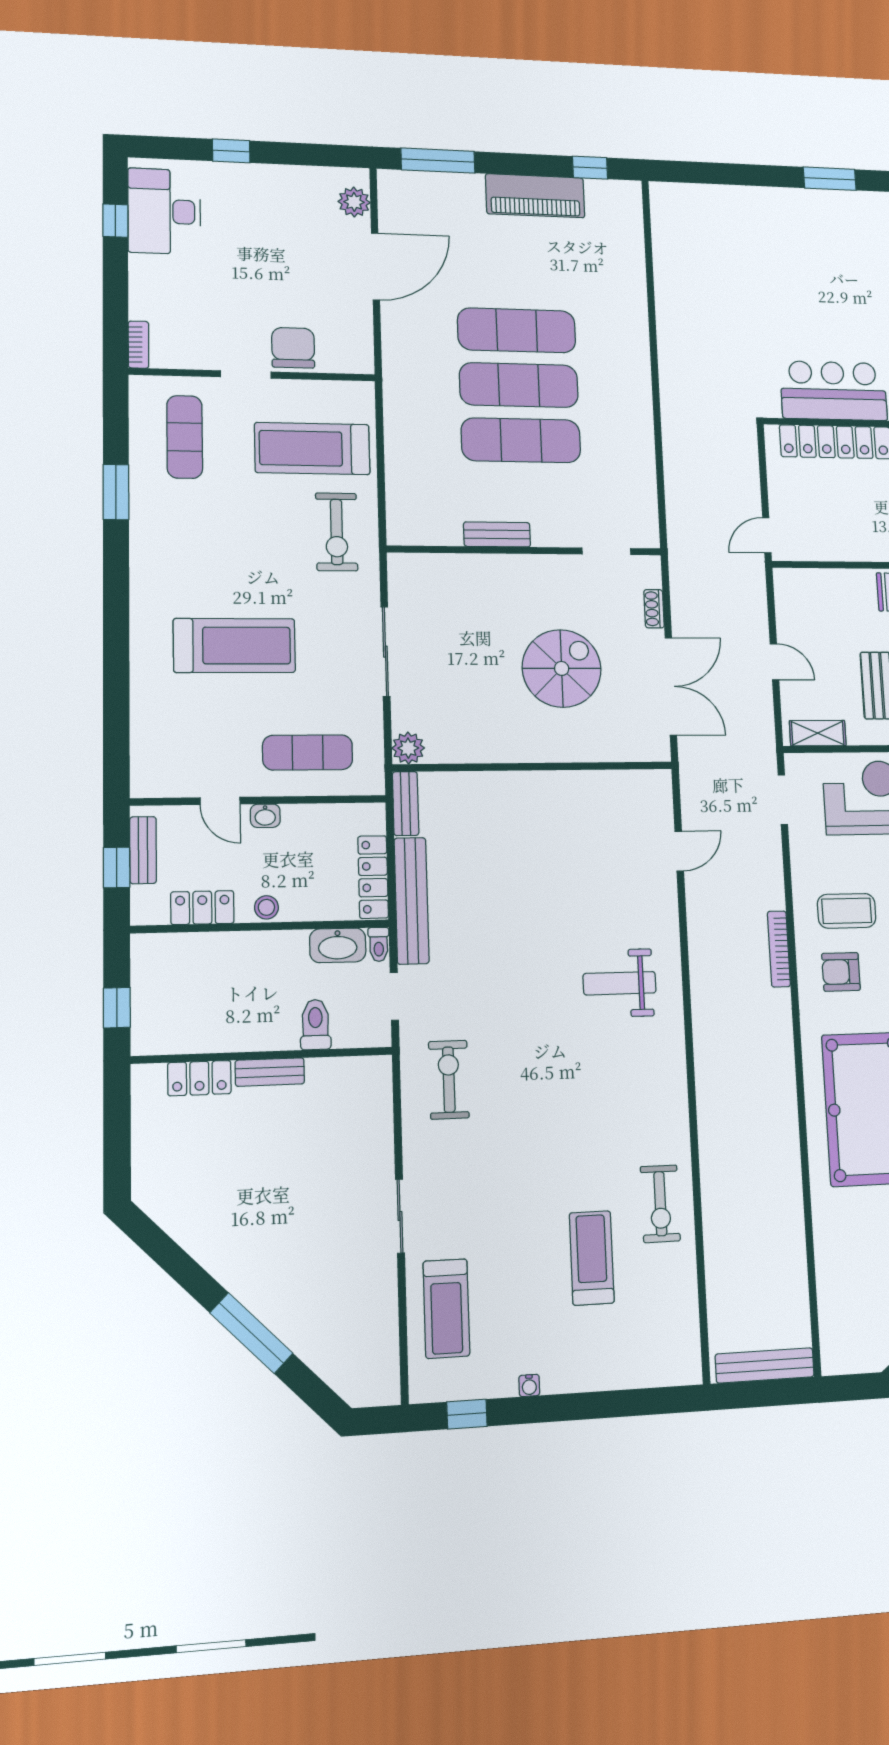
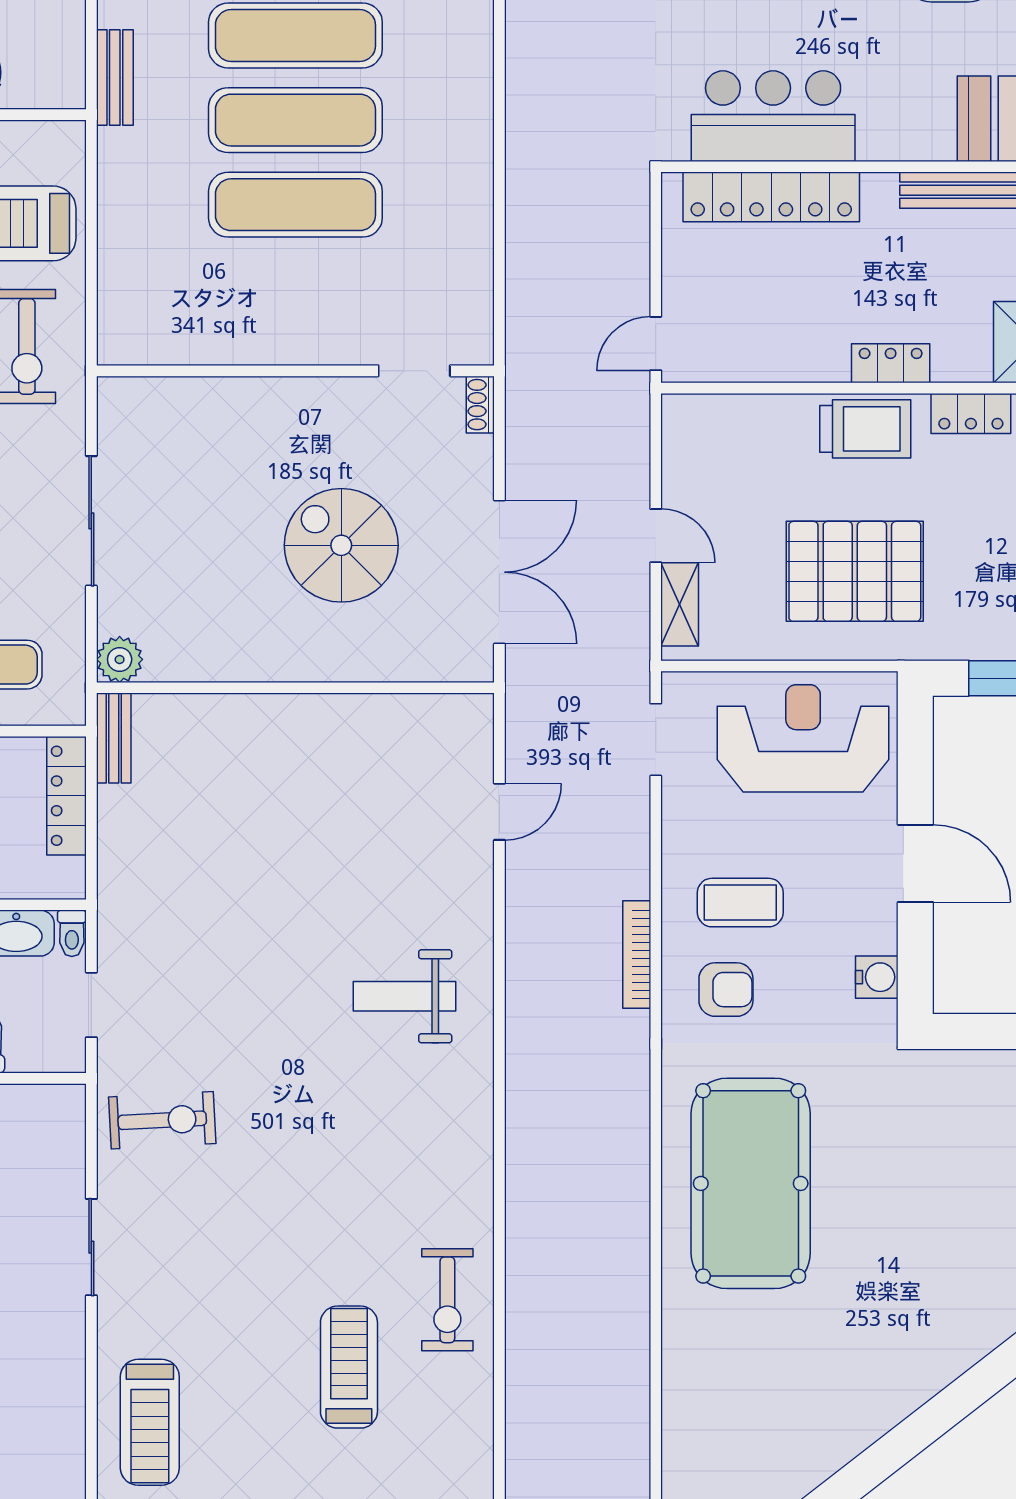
bench: (497, 534) -> (115, 78), moved, turned 90
shoe rack: (654, 609) -> (480, 405), moved
spiral stairs: (562, 668) -> (341, 545), turned -90
shelving: (818, 733) -> (680, 604), moved, turned 90
locker: (373, 877) -> (66, 796), moved
bench: (412, 901) -> (118, 874), removed
armchair: (841, 972) -> (726, 990), turned 180
exercise bike: (449, 1080) -> (162, 1120), turned 87
sliding door: (400, 1216) -> (91, 1247), moved

